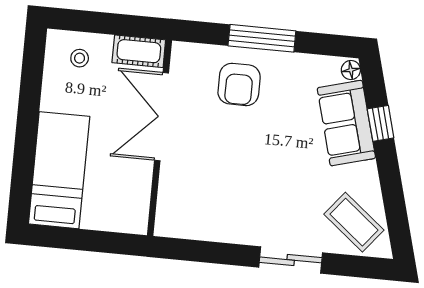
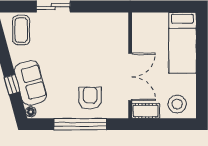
window: (262, 38) -> (80, 124), width x1.46
stool: (80, 58) -> (177, 104), width x1.89, depth x1.89
coffee table: (354, 222) -> (21, 30), turned 51

